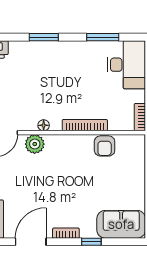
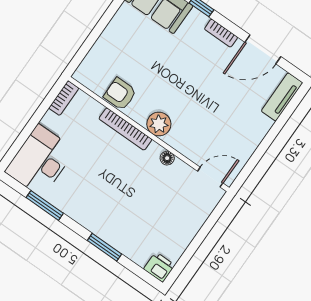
plant: (35, 144) -> (159, 124), moved
armchair: (105, 146) -> (120, 94), turned -90

